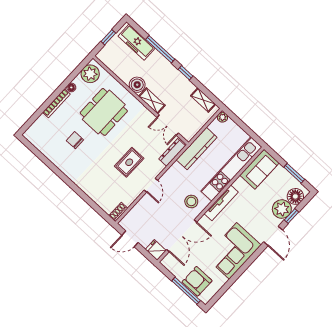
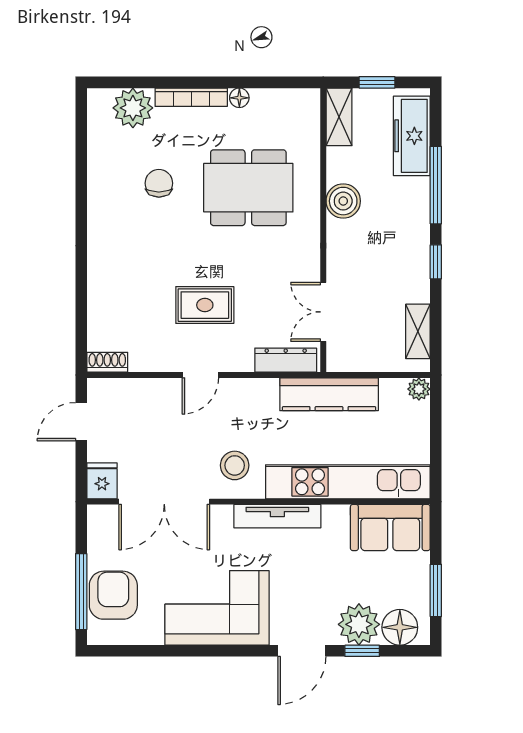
plant: (90, 74) -> (133, 108), moved
shelving: (152, 101) -> (339, 117), moved
door: (130, 239) -> (81, 422), hinge flipped

